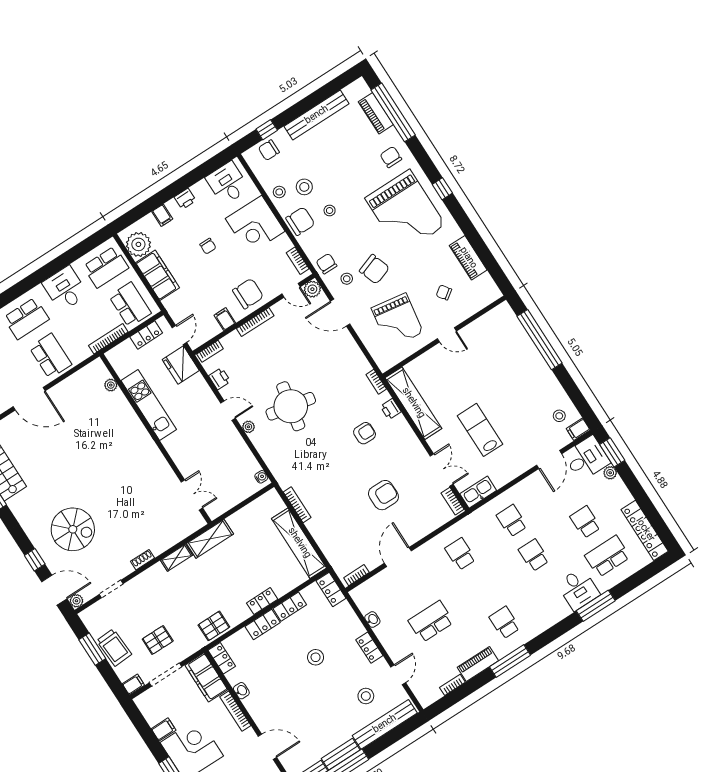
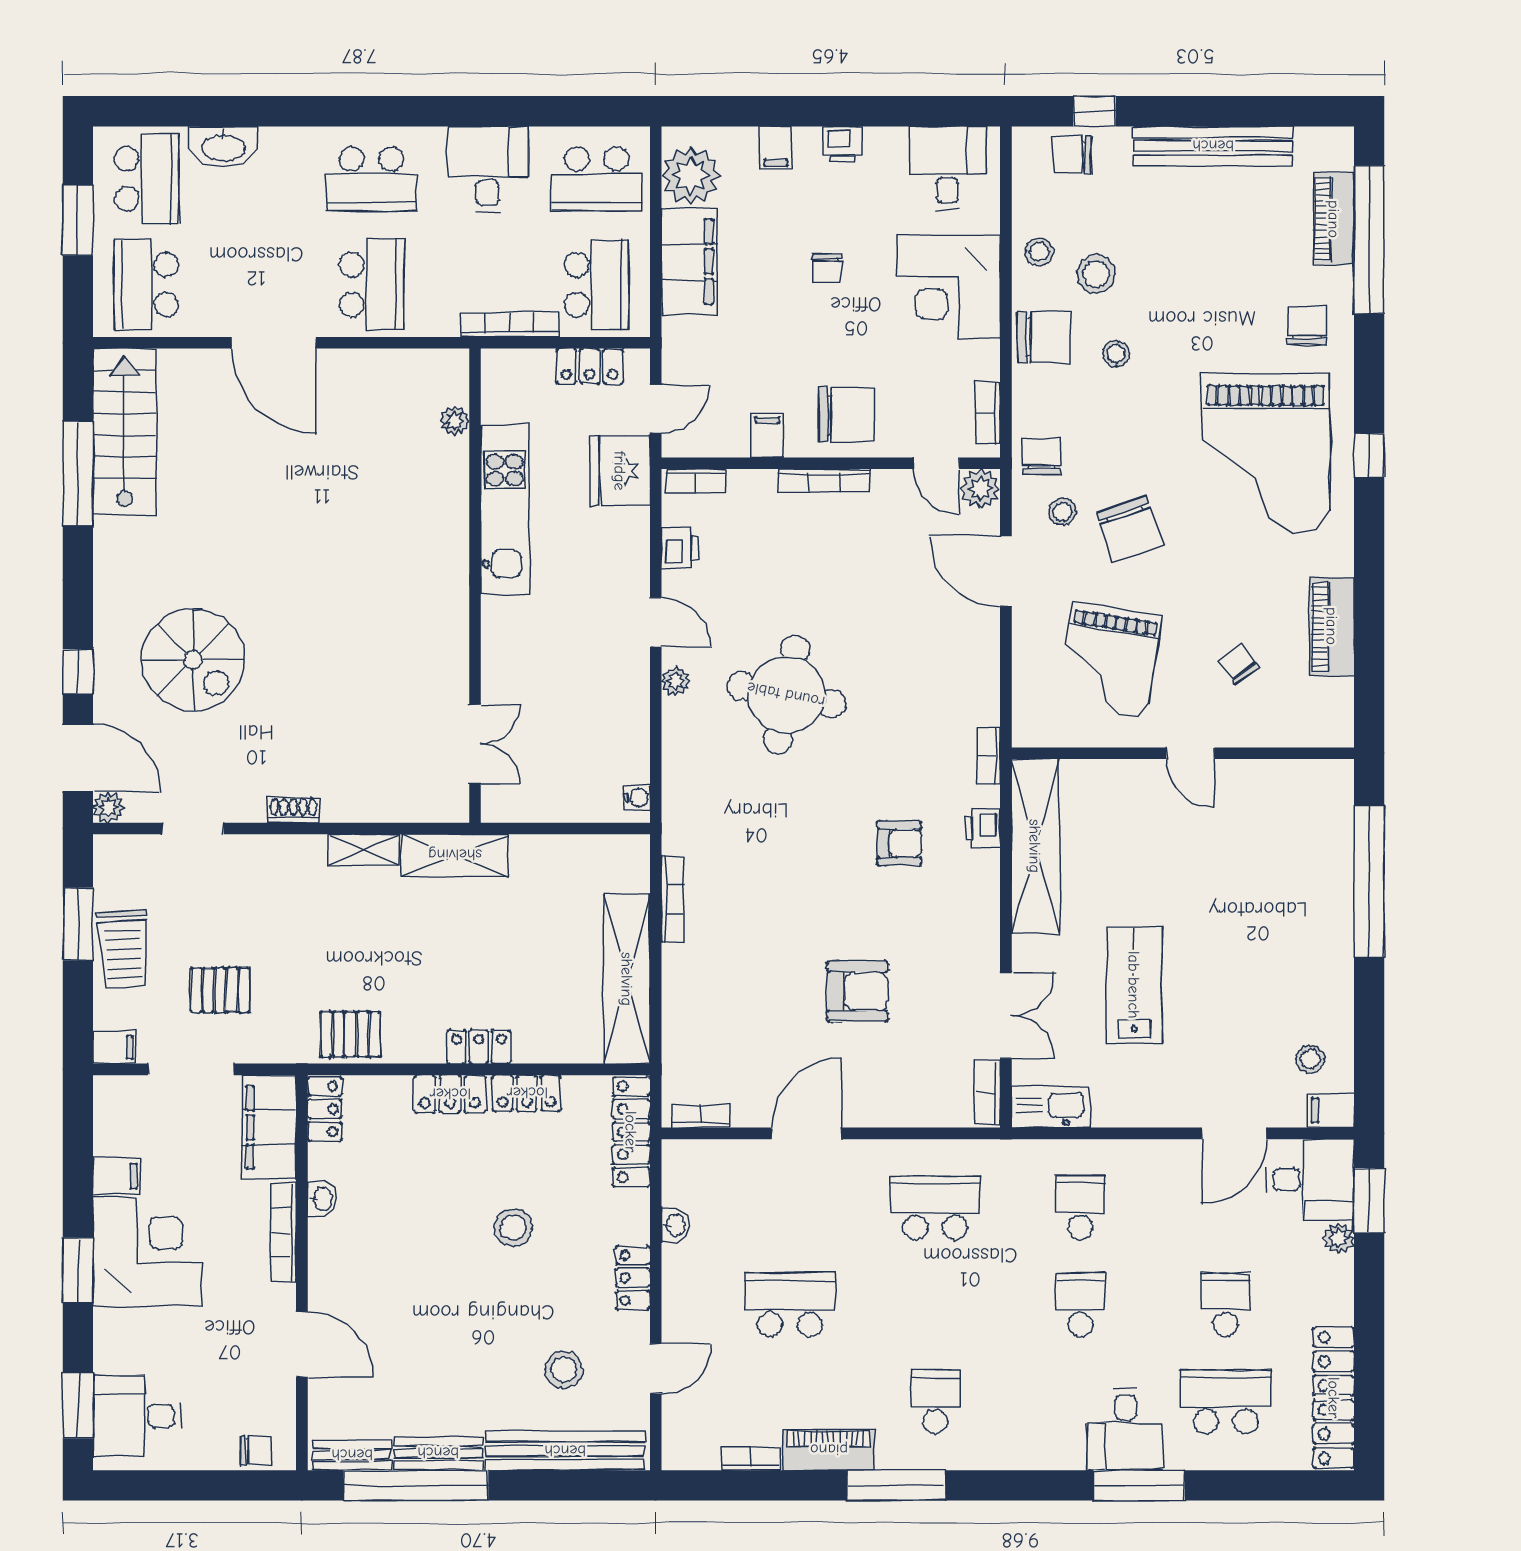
school desk: (460, 554) -> (935, 1208), width x1.85
locker: (331, 589) -> (631, 1132), width x1.53

